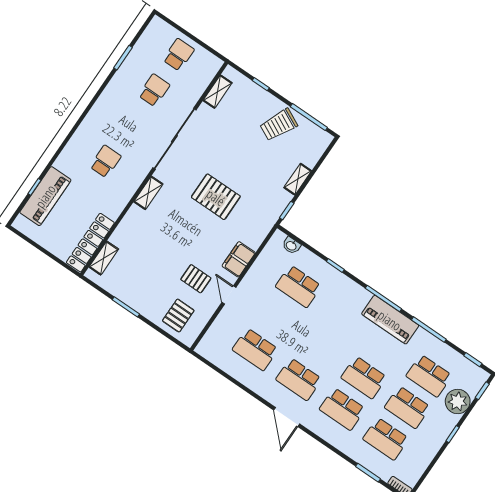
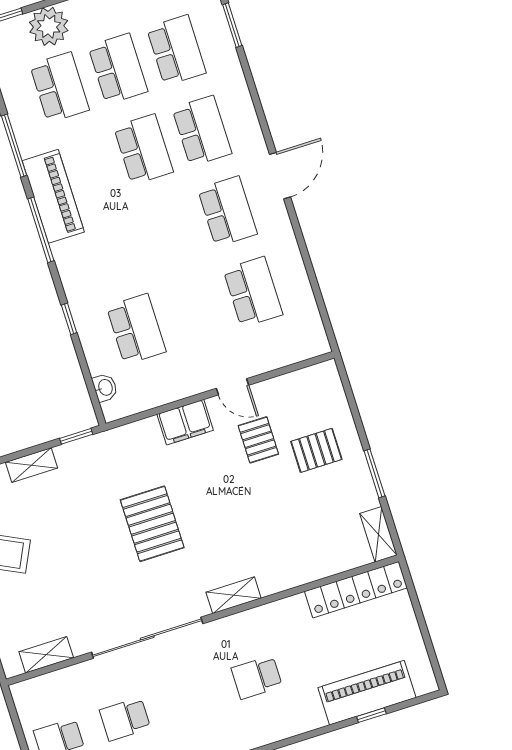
shelving: (104, 258) -> (378, 534), moved, turned 90
door: (229, 295) -> (233, 387), hinge flipped
pallet: (178, 316) -> (316, 450), moved

